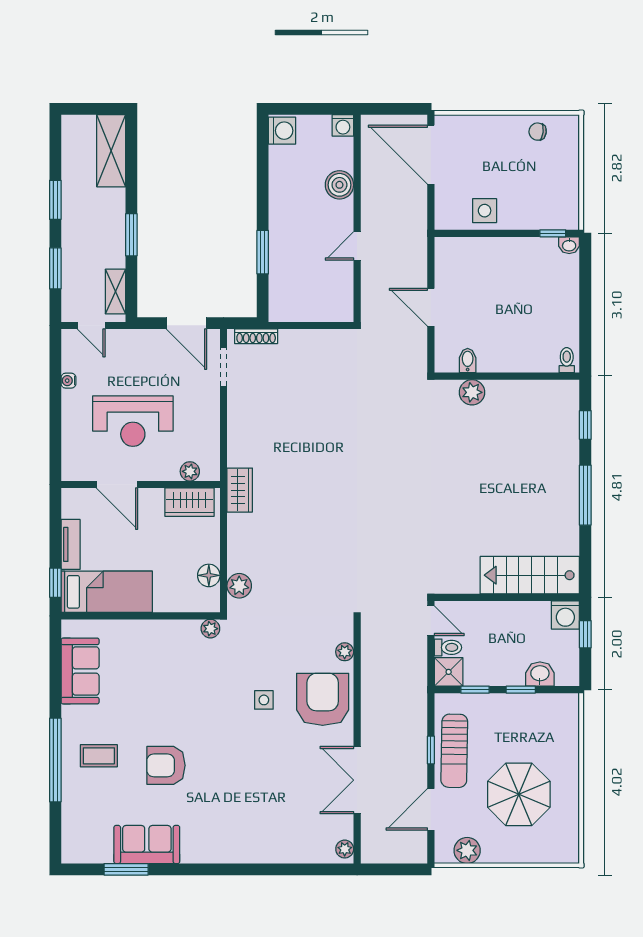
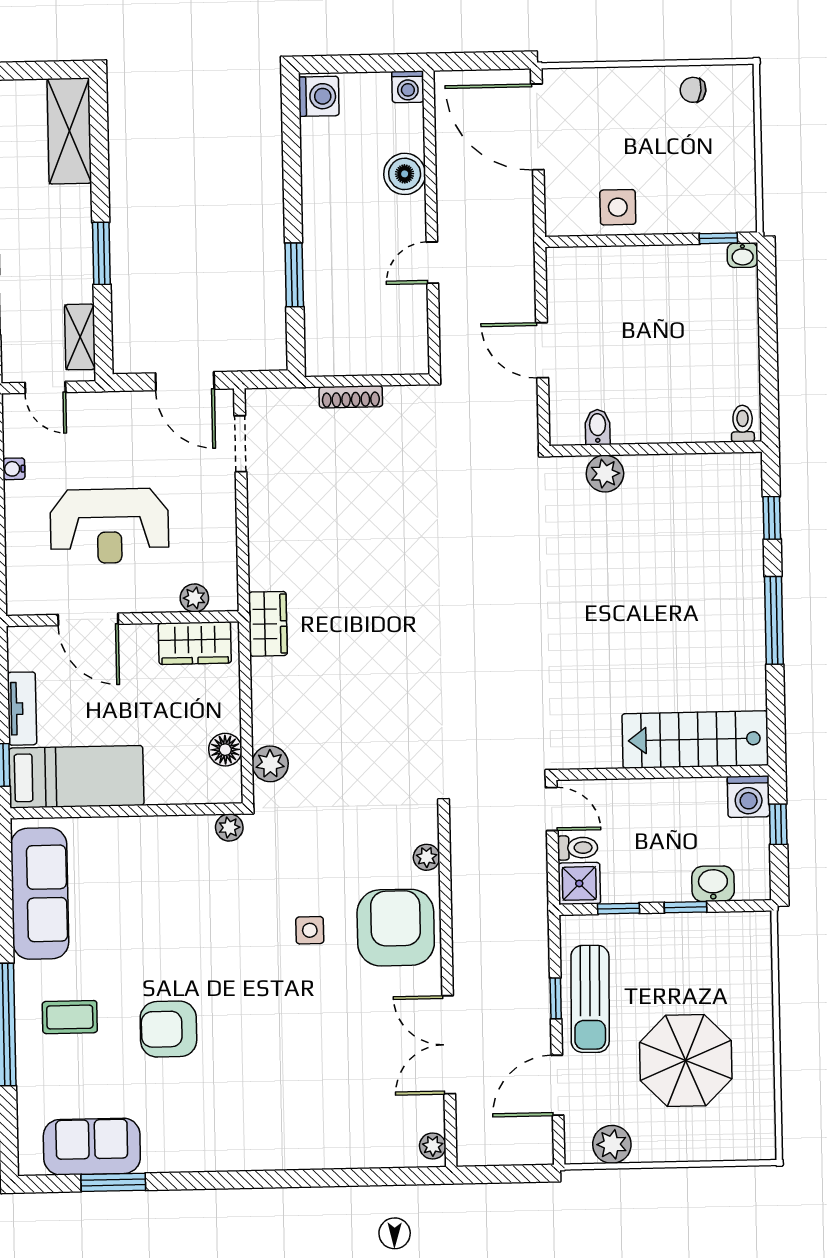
shoe rack: (256, 336) -> (351, 397), moved
sofa: (80, 671) -> (40, 894), width x1.36
sofa: (147, 844) -> (92, 1147), moved

